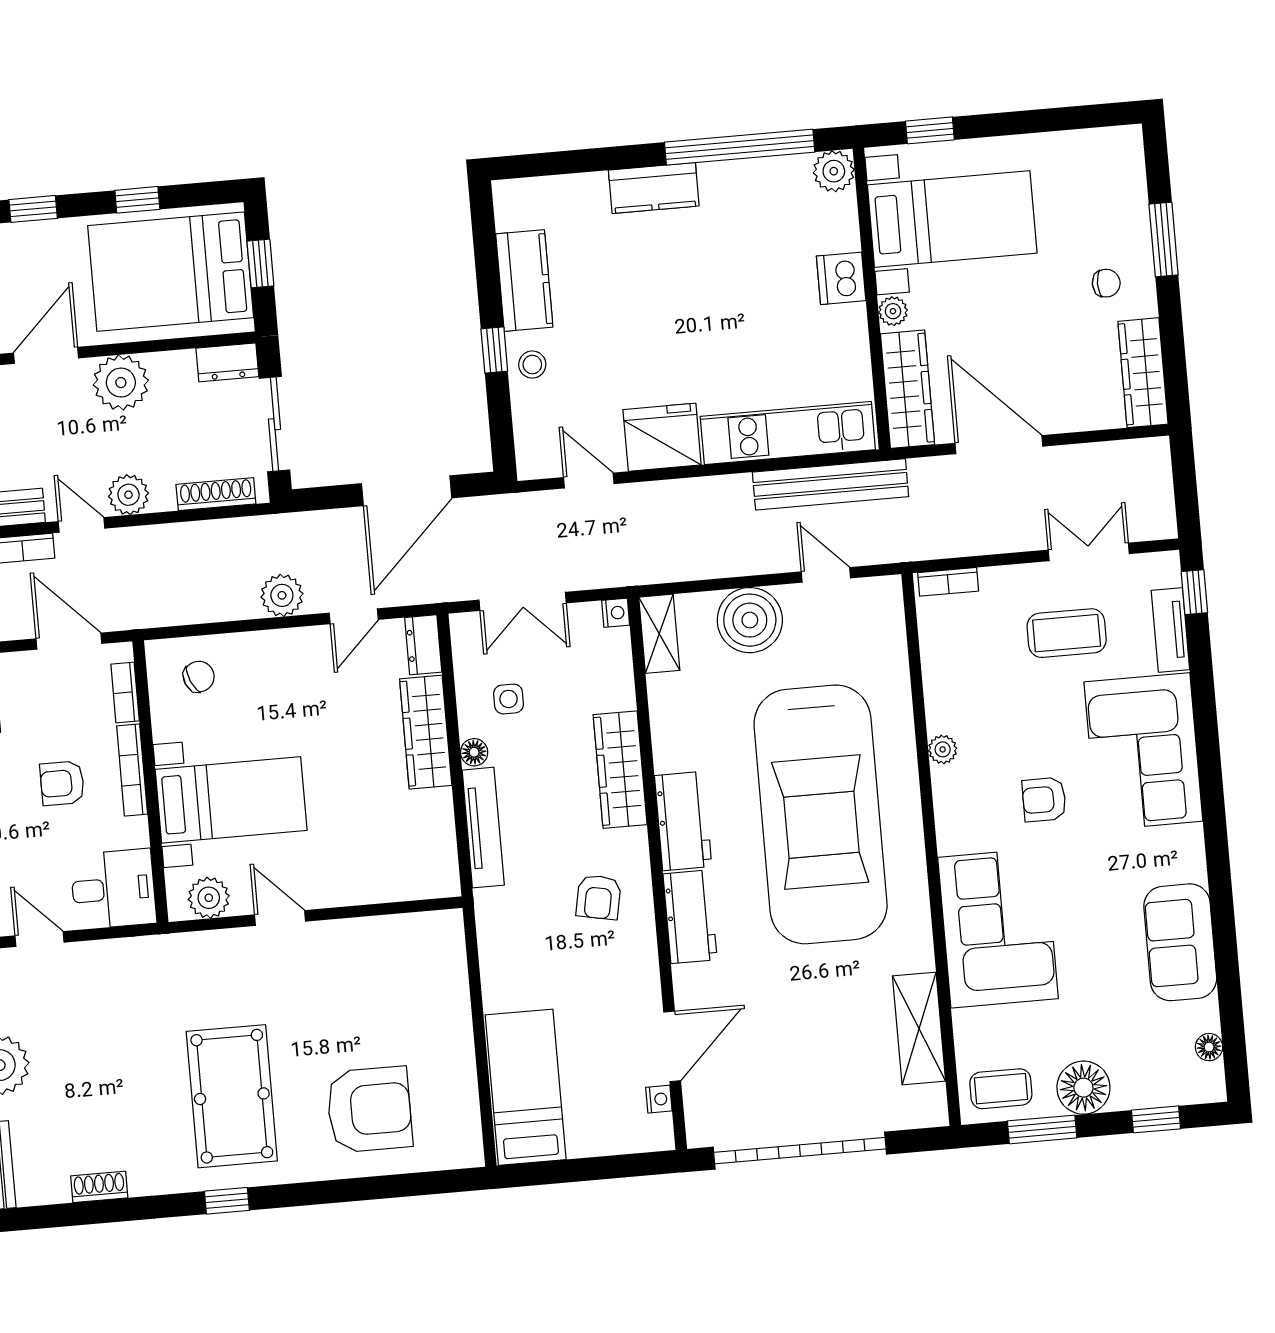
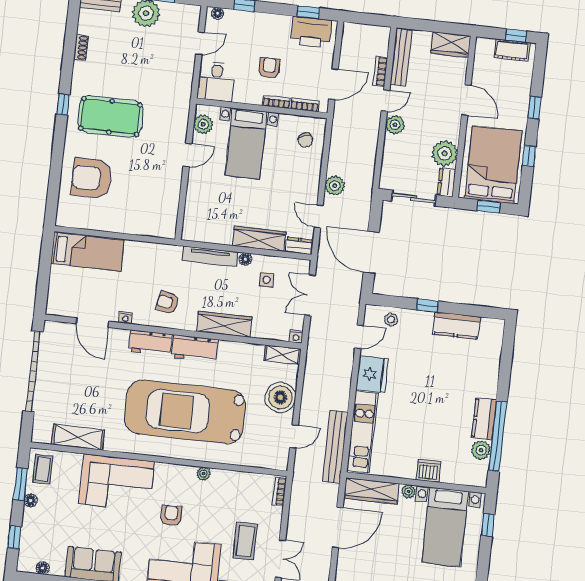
plant: (834, 171) -> (481, 450), moved
kitchen counter: (654, 188) -> (484, 419), moved
stool: (532, 365) -> (391, 320), moved
plant: (121, 383) -> (445, 153), moved
shoe rack: (216, 494) -> (387, 165), removed
bookcase: (132, 770) -> (276, 102), width x0.64
floor lamp: (1083, 1088) -> (31, 500), width x0.53, depth x0.53
nightstand: (659, 1099) -> (125, 318), moved
armchair: (369, 1110) -> (92, 178), turned 90

